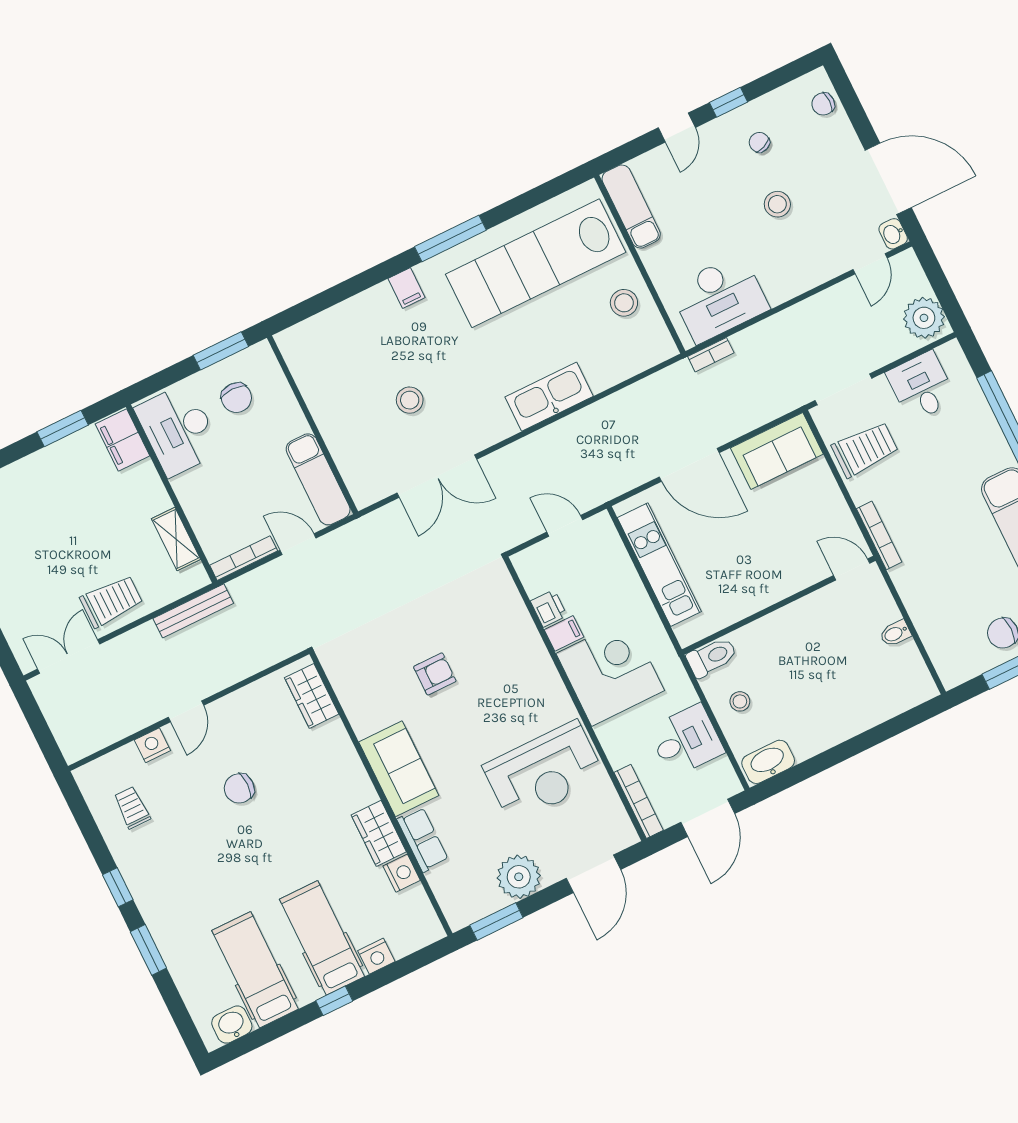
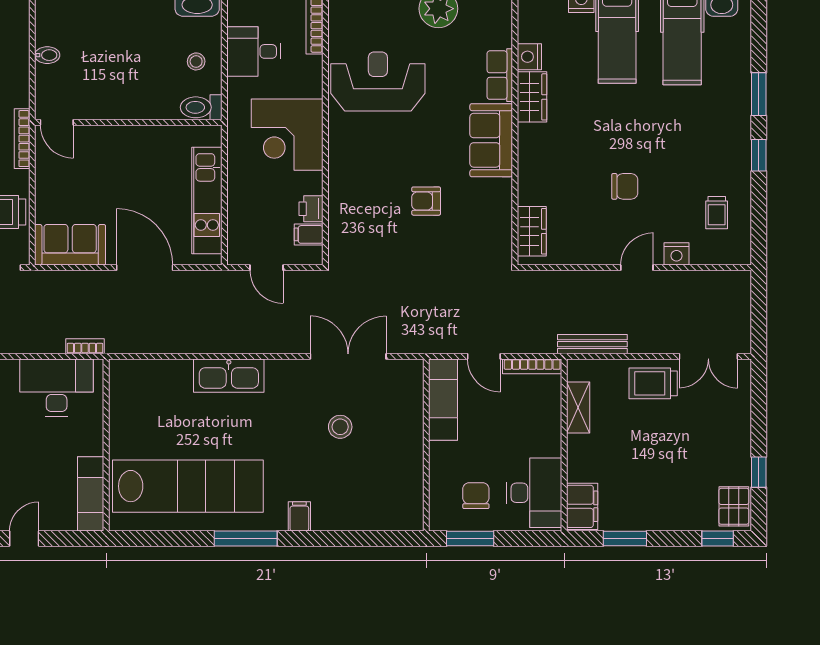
stool: (624, 303) -> (133, 421), removed
filing cabinet: (564, 633) -> (309, 234), moved

